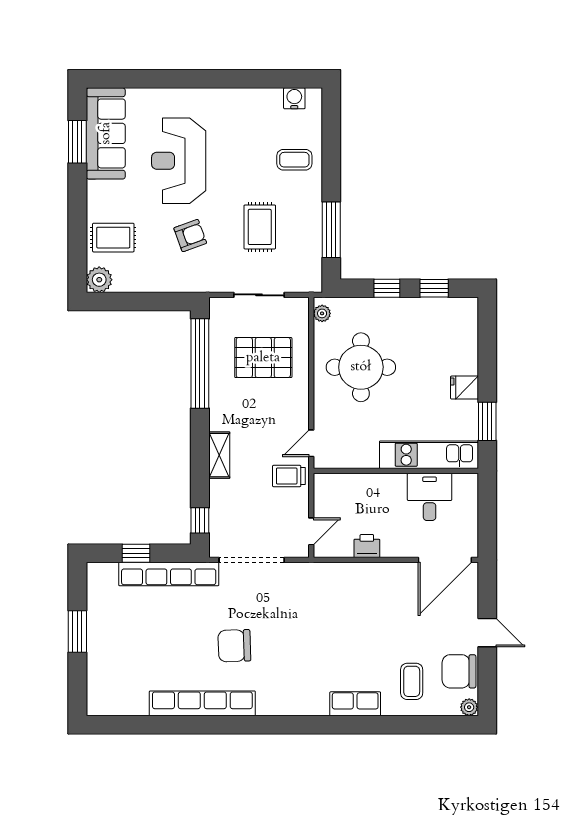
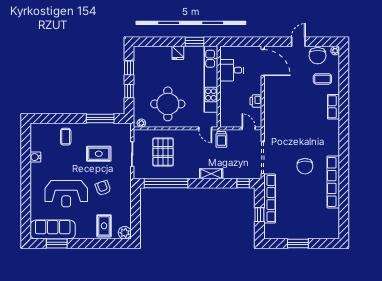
water cooler: (294, 98) -> (35, 157), moved
kitchen unit: (429, 455) -> (211, 79), width x1.36

